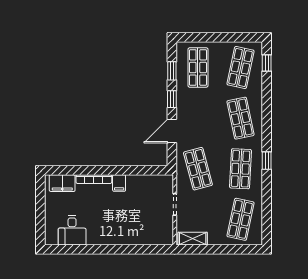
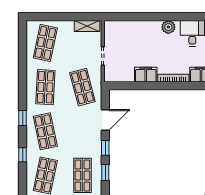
window: (267, 63) -> (23, 155), moved
window: (267, 161) -> (23, 118), moved
filing cabinet: (119, 183) -> (146, 75), width x2.00
plant: (99, 238) -> (168, 27), added

